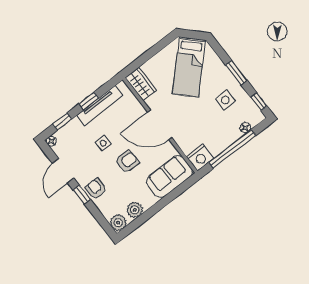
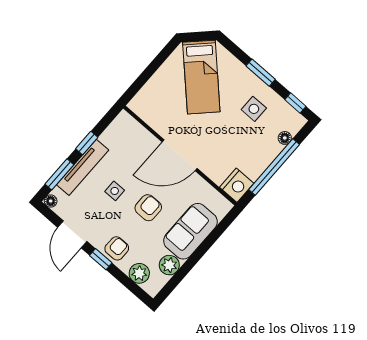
wardrobe: (141, 84) -> (146, 110), removed
tv unit: (100, 105) -> (83, 167), moved
window: (62, 122) -> (59, 174), width x1.50
sofa: (169, 177) -> (190, 231), moved
armchair: (96, 189) -> (117, 248), turned 90
plant: (118, 223) -> (139, 273), moved

